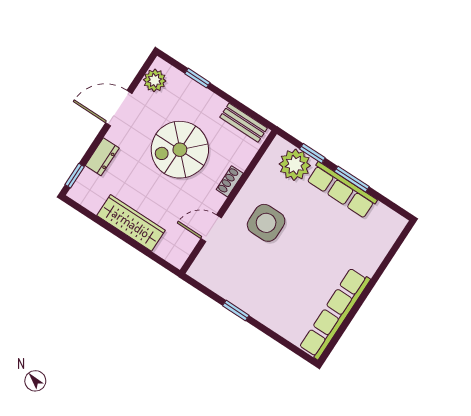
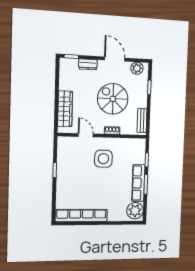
plant: (295, 165) -> (135, 211), moved
wardrobe: (131, 223) -> (65, 109), moved

